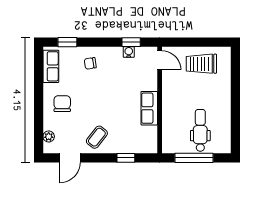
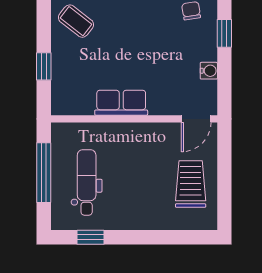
window: (131, 42) -> (224, 33), moved
window: (235, 128) -> (91, 237), added
dental chair: (200, 130) -> (87, 182), turned -90

